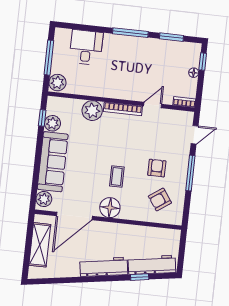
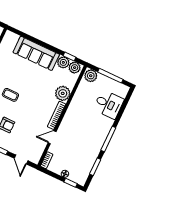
door: (153, 105) -> (52, 137), swing flipped
plant: (44, 199) -> (75, 68), moved

